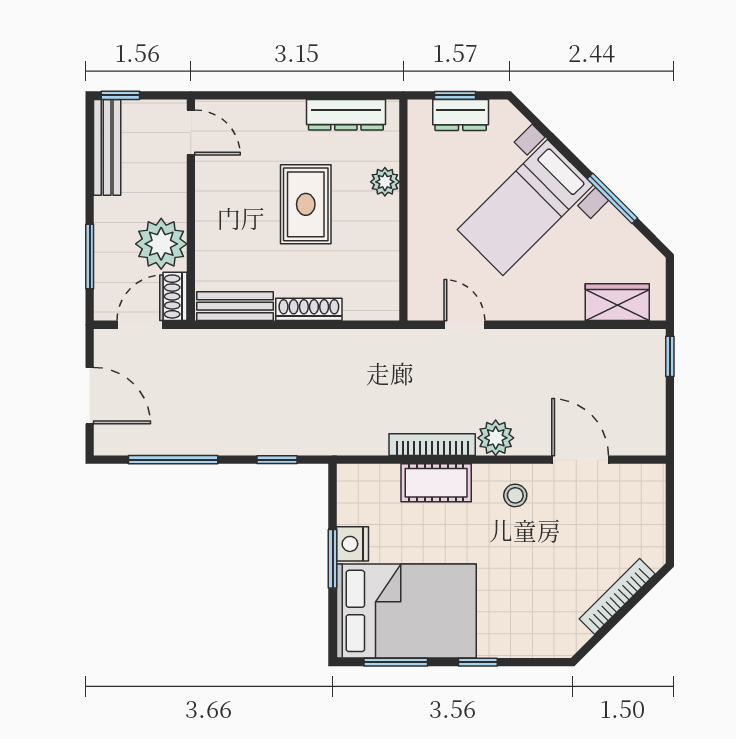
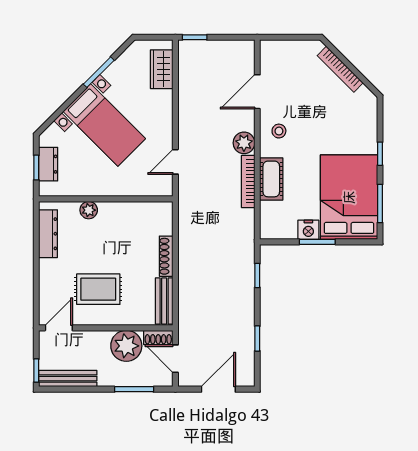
rug: (306, 204) -> (98, 289), moved
window: (173, 460) -> (257, 339), width x0.46

